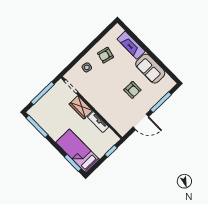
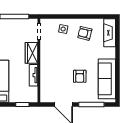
fireplace: (131, 45) -> (110, 33), moved
sofa: (150, 69) -> (107, 79), width x1.36

